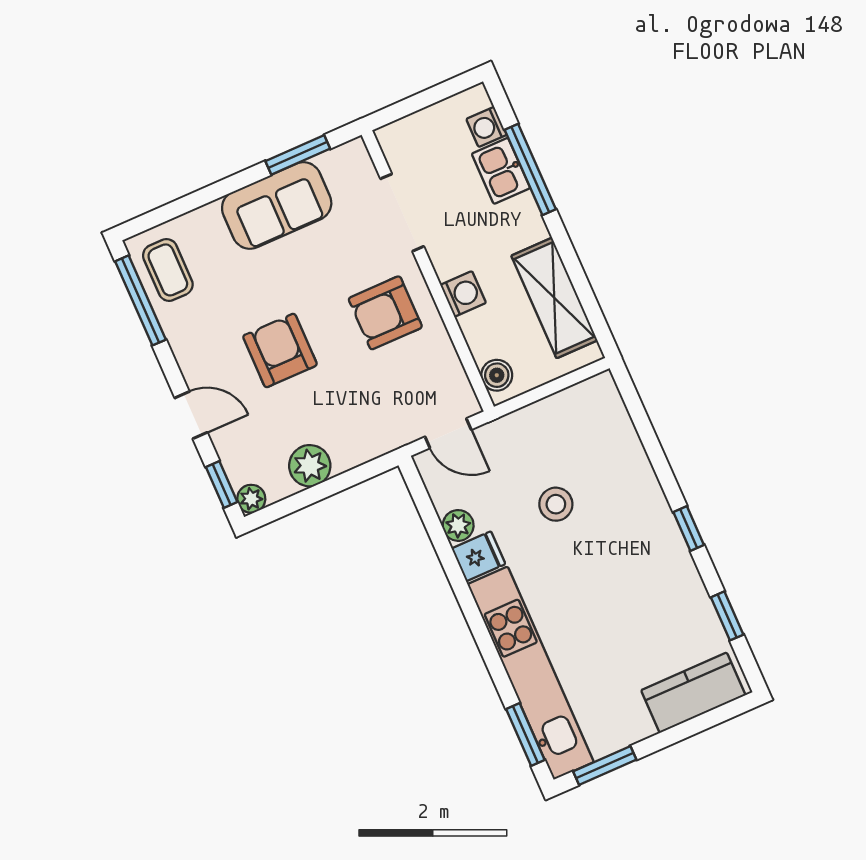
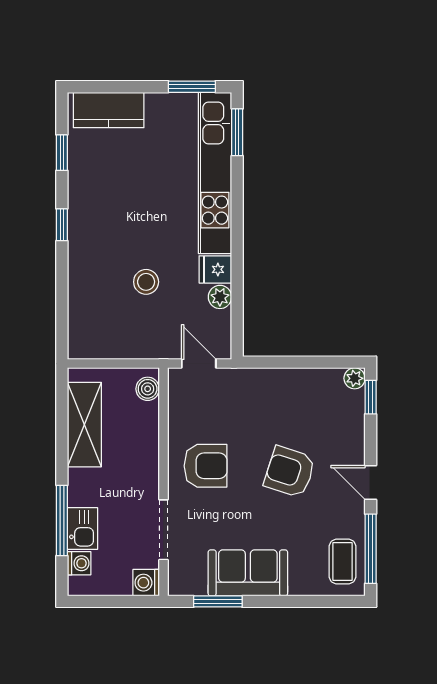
washing machine: (463, 294) -> (146, 583), moved
armchair: (280, 351) -> (290, 472), turned 108
door: (191, 415) -> (371, 482), moved
plant: (310, 466) -> (304, 383), removed

